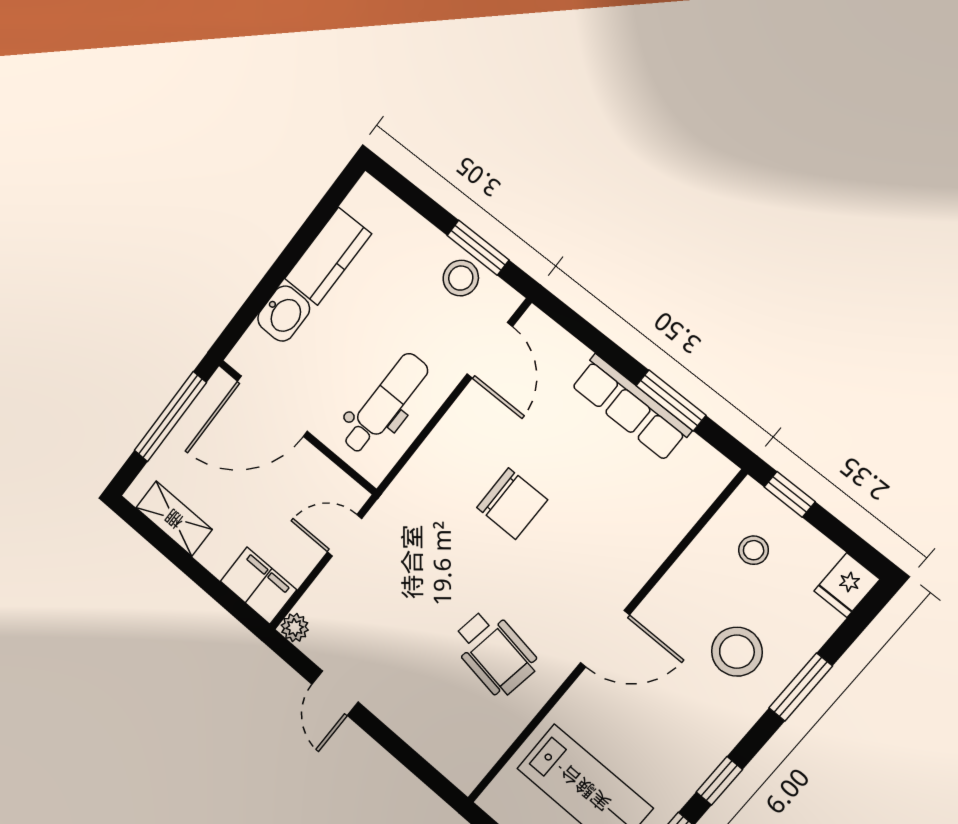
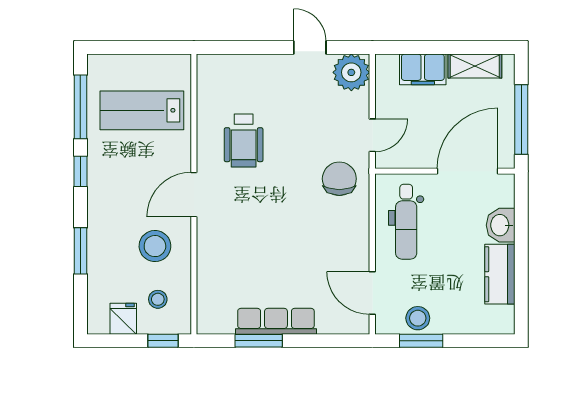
chair: (512, 504) -> (339, 179), moved, turned 90
fridge: (847, 585) -> (123, 319), moved
filing cabinet: (258, 586) -> (423, 69), moved
plant: (295, 628) -> (351, 72), width x1.88, depth x1.88
stool: (737, 652) -> (155, 246), moved
wheelchair: (495, 653) -> (244, 140), turned -99

